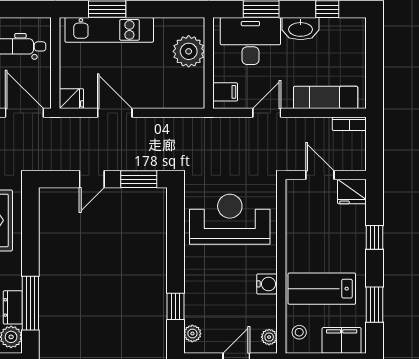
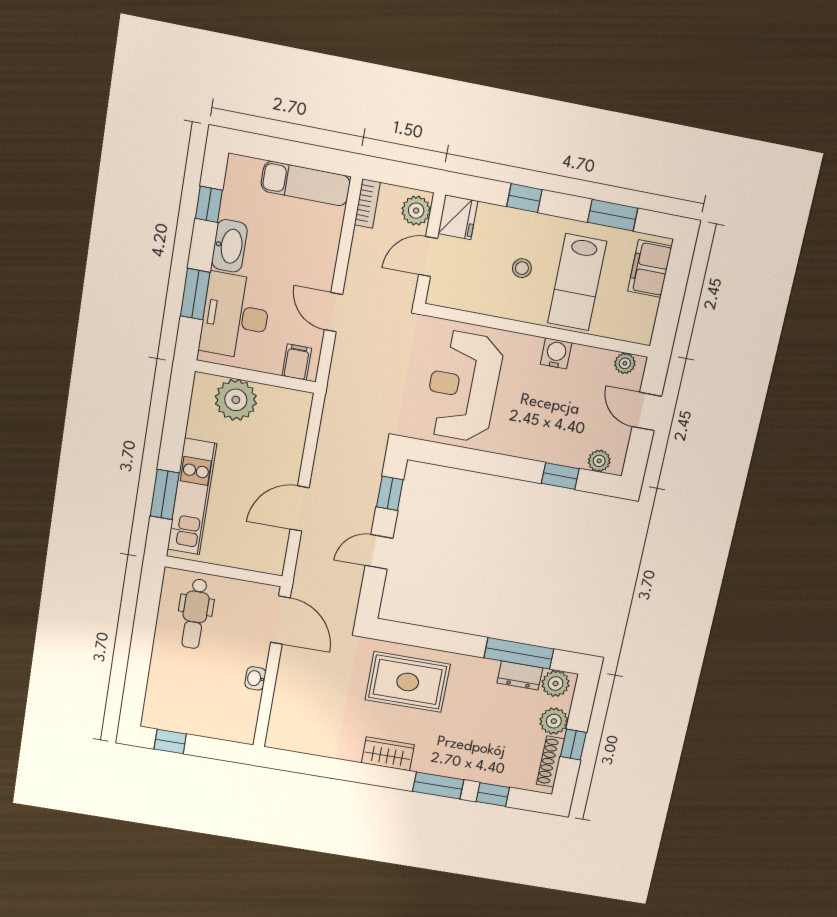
exam couch: (326, 97) -> (306, 184), moved, turned -90
fridge: (71, 99) -> (272, 559), removed
door: (24, 113) -> (280, 620), swing flipped
plant: (351, 160) -> (416, 211), added
door: (92, 179) -> (379, 552), swing flipped
window: (139, 179) -> (390, 493), width x0.67
stool: (299, 332) -> (522, 268), moved

